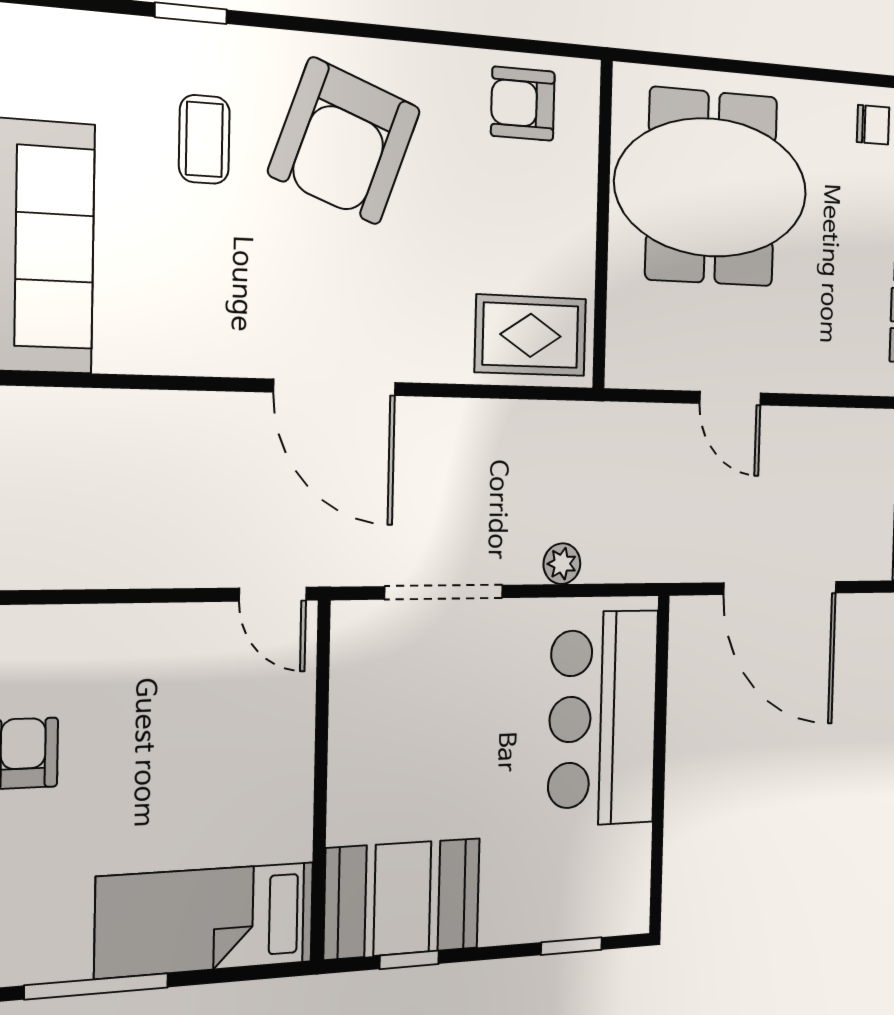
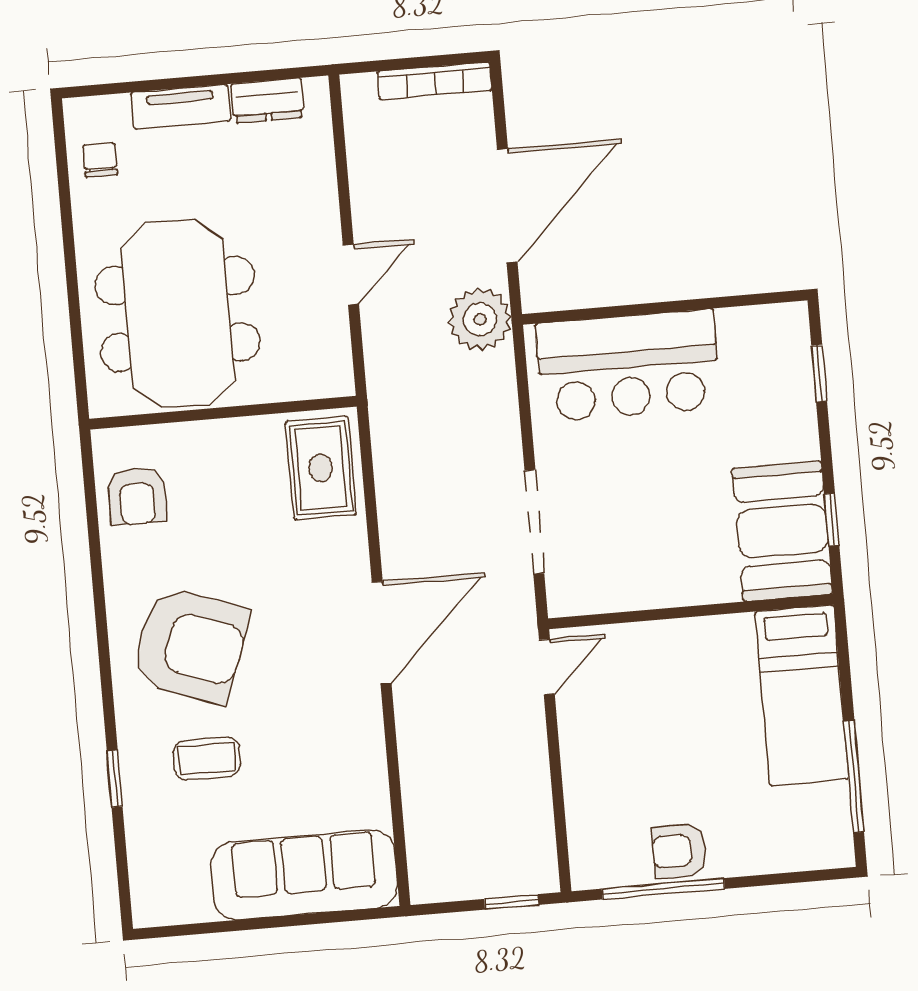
plant: (562, 564) -> (480, 319), moved, width x1.87, depth x1.87

